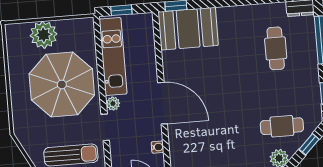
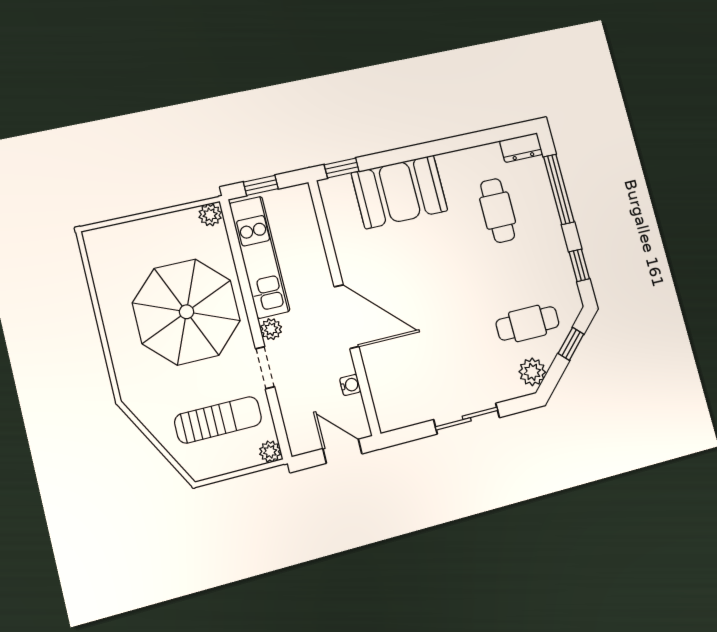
booth: (188, 29) -> (400, 192), moved
plant: (43, 35) -> (210, 215), moved, width x0.53, depth x0.53

